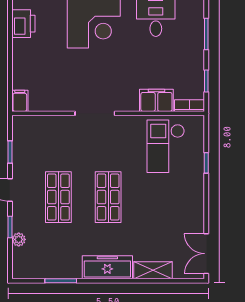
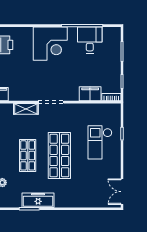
checkout: (166, 146) -> (100, 142), moved
shop shelf: (108, 197) -> (59, 155), width x1.43, depth x1.36
freezer: (107, 267) -> (38, 200), moved
shelving: (153, 270) -> (26, 109), moved

